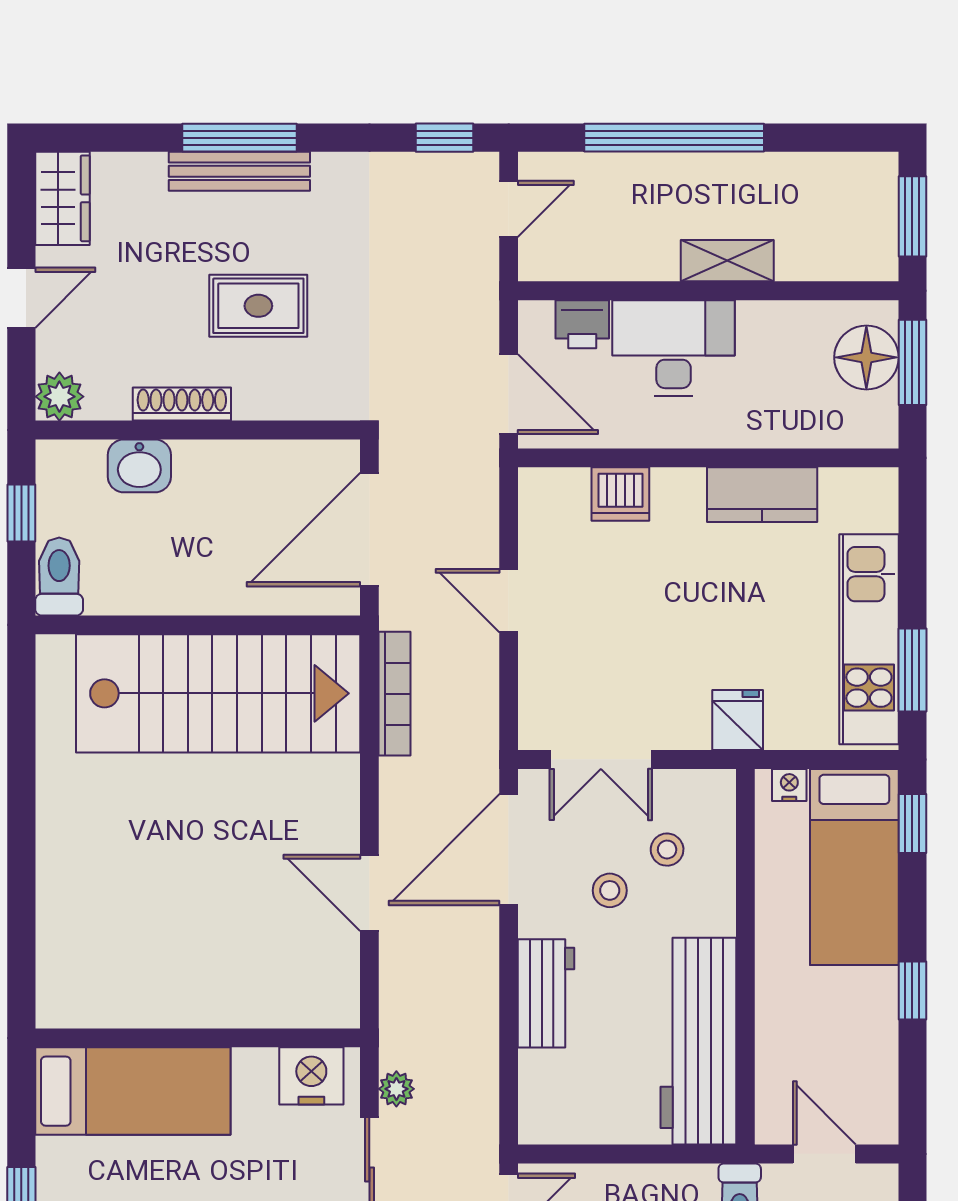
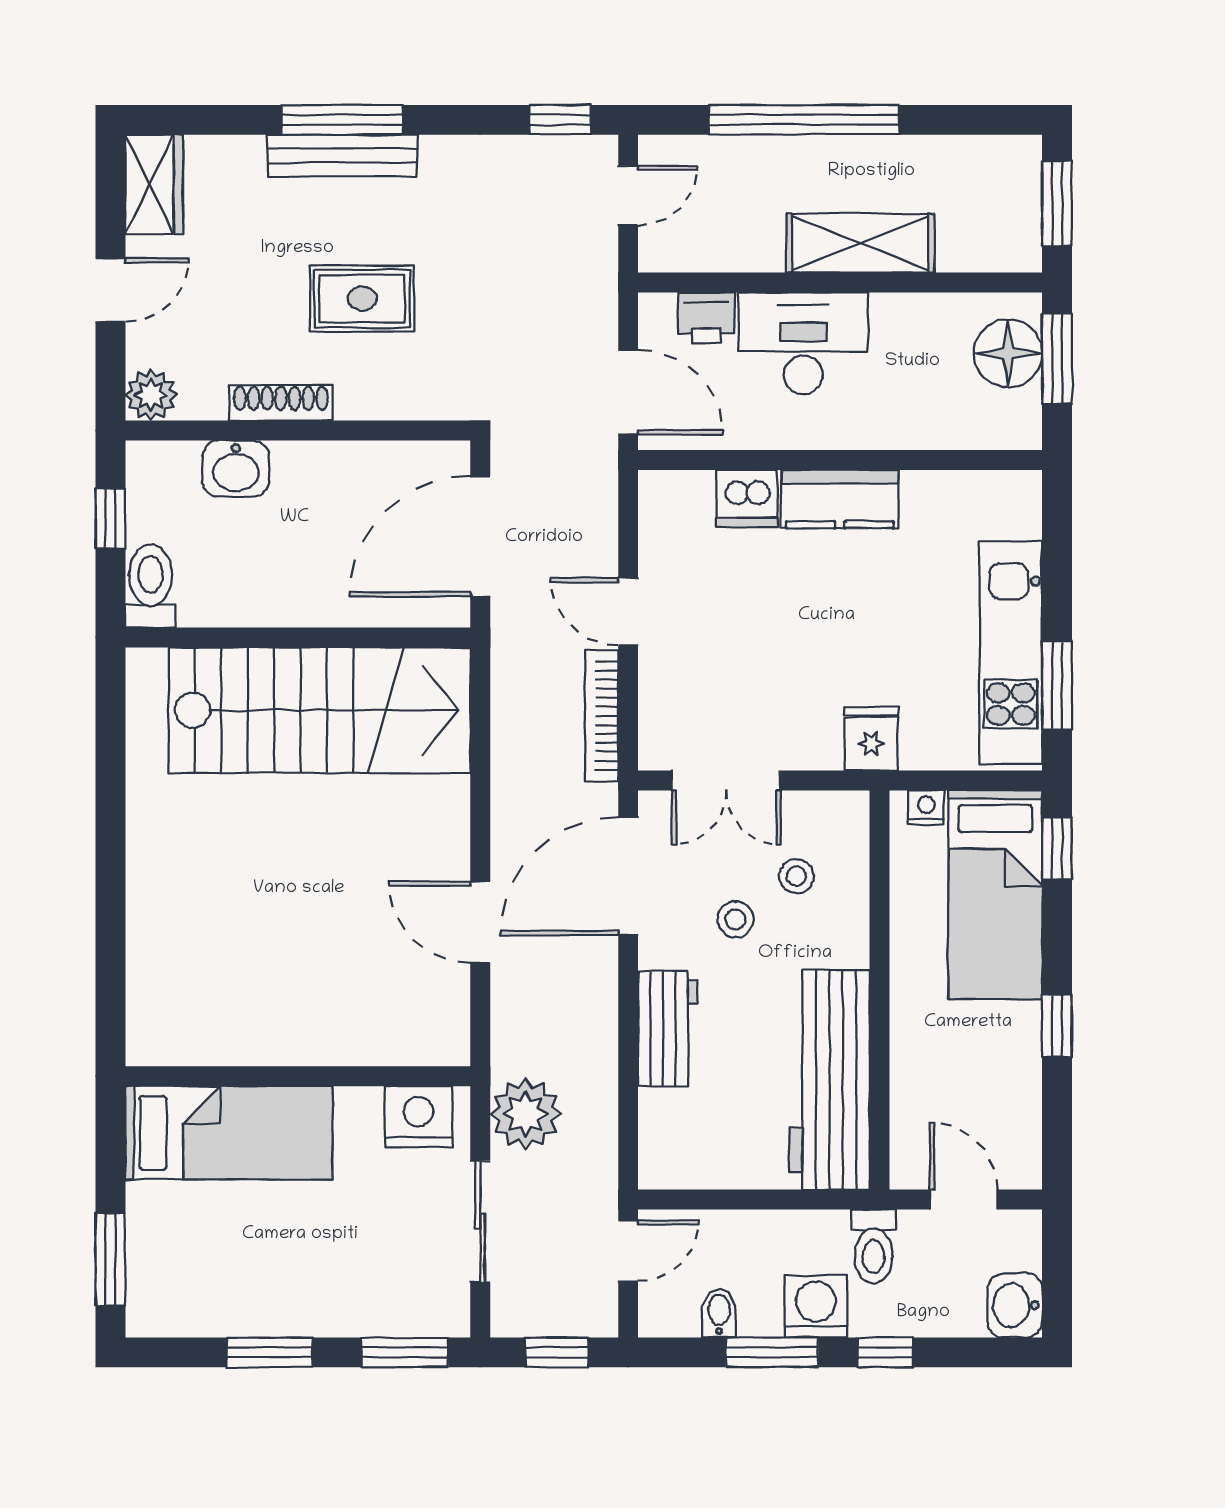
shelving: (727, 261) -> (860, 243), width x1.50, depth x1.33
kitchen counter: (762, 495) -> (840, 499), moved
bookcase: (395, 694) -> (601, 716), moved, turned 180
plant: (396, 1089) -> (525, 1114), width x1.88, depth x1.88

